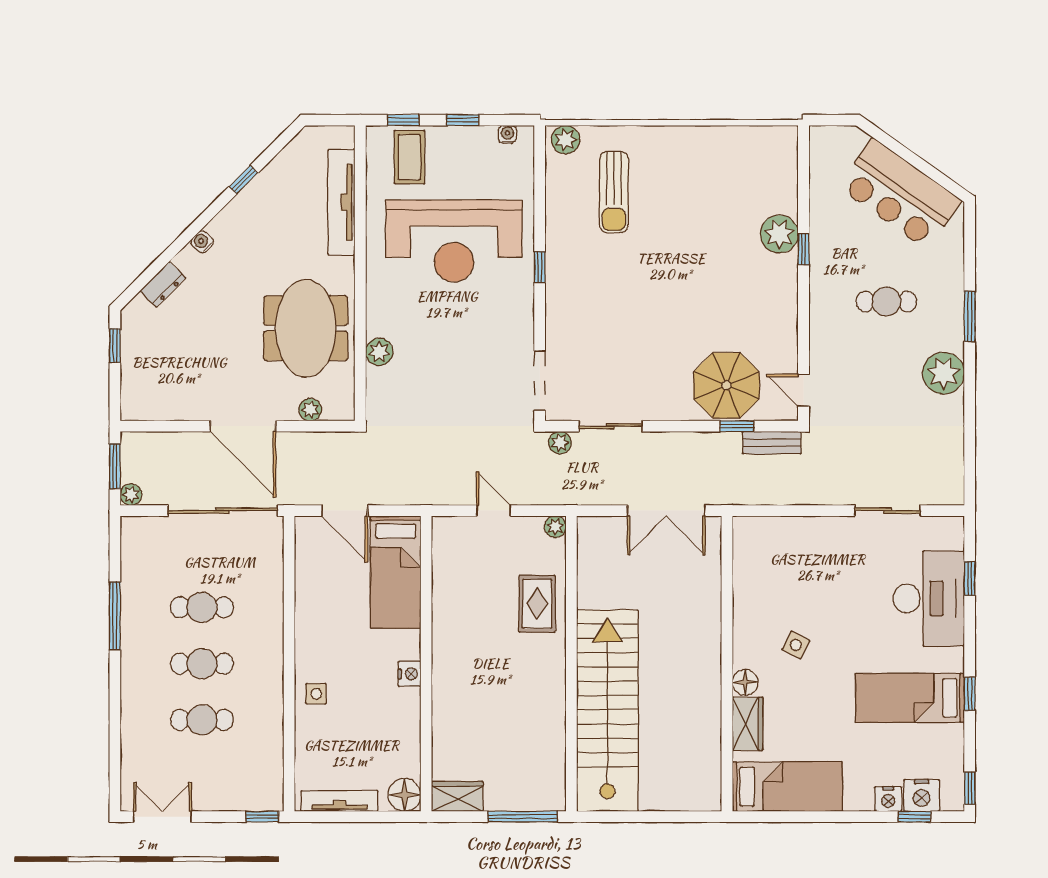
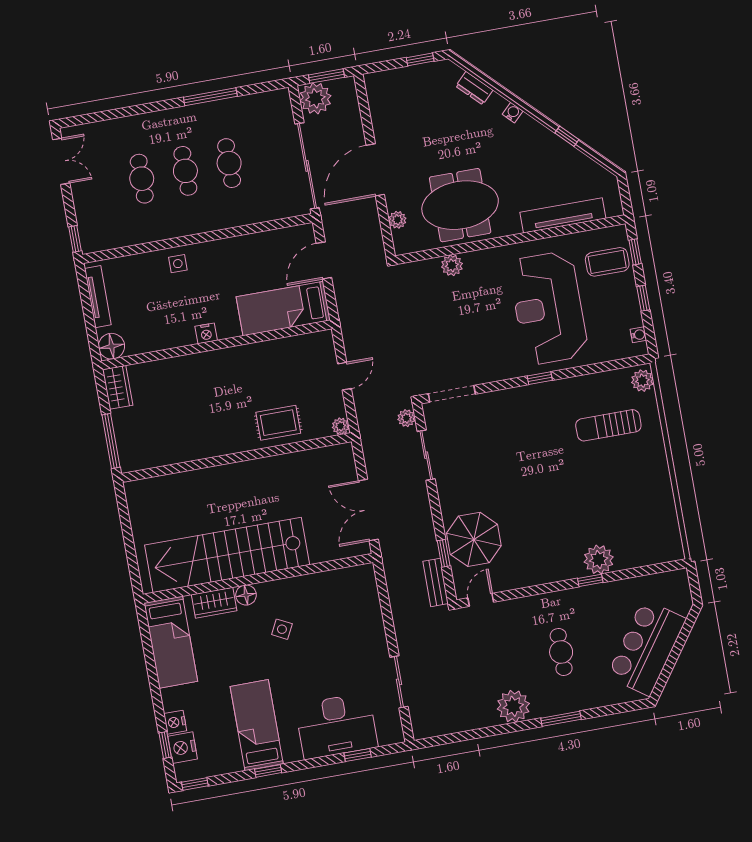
plant: (131, 495) -> (315, 98), width x1.88, depth x1.88
stairs: (607, 711) -> (227, 555), moved, turned 180

